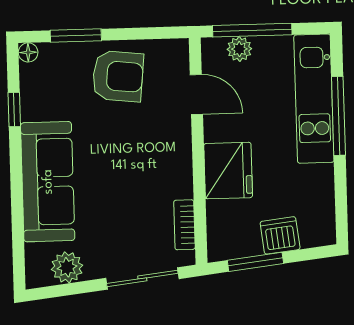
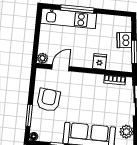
window: (252, 30) -> (36, 41), removed
plant: (239, 49) -> (43, 58), moved
fridge: (228, 171) -> (100, 62), width x0.53, depth x0.75

